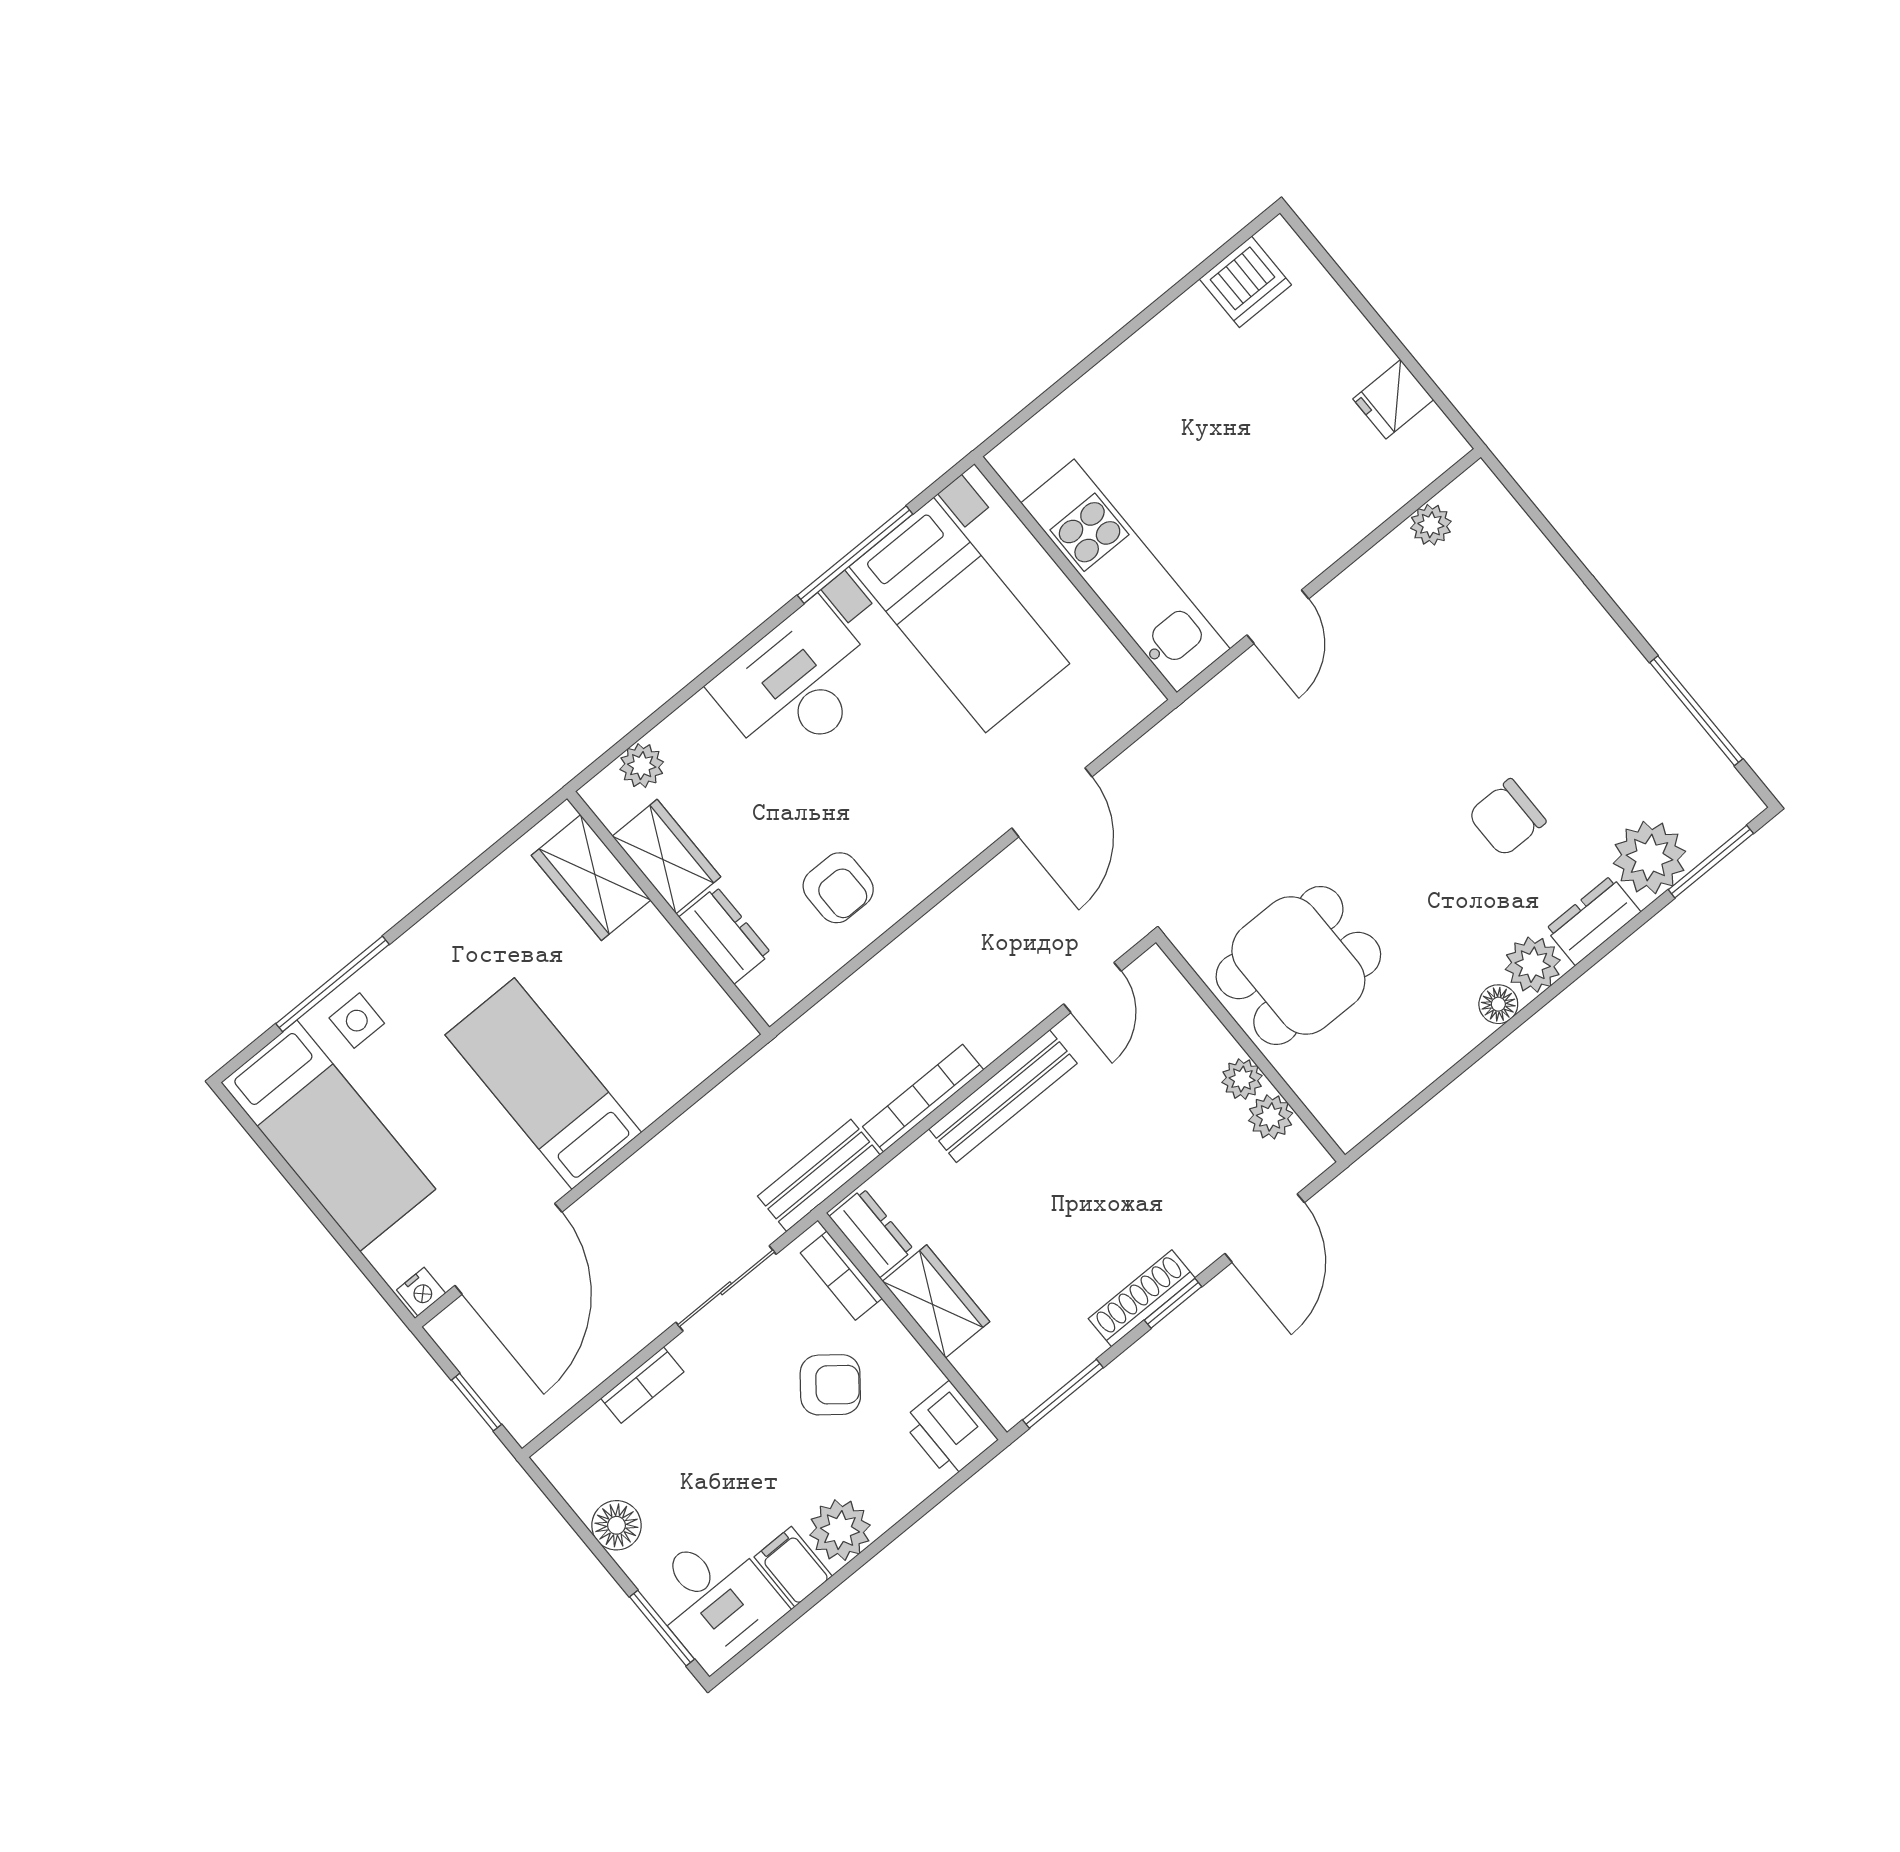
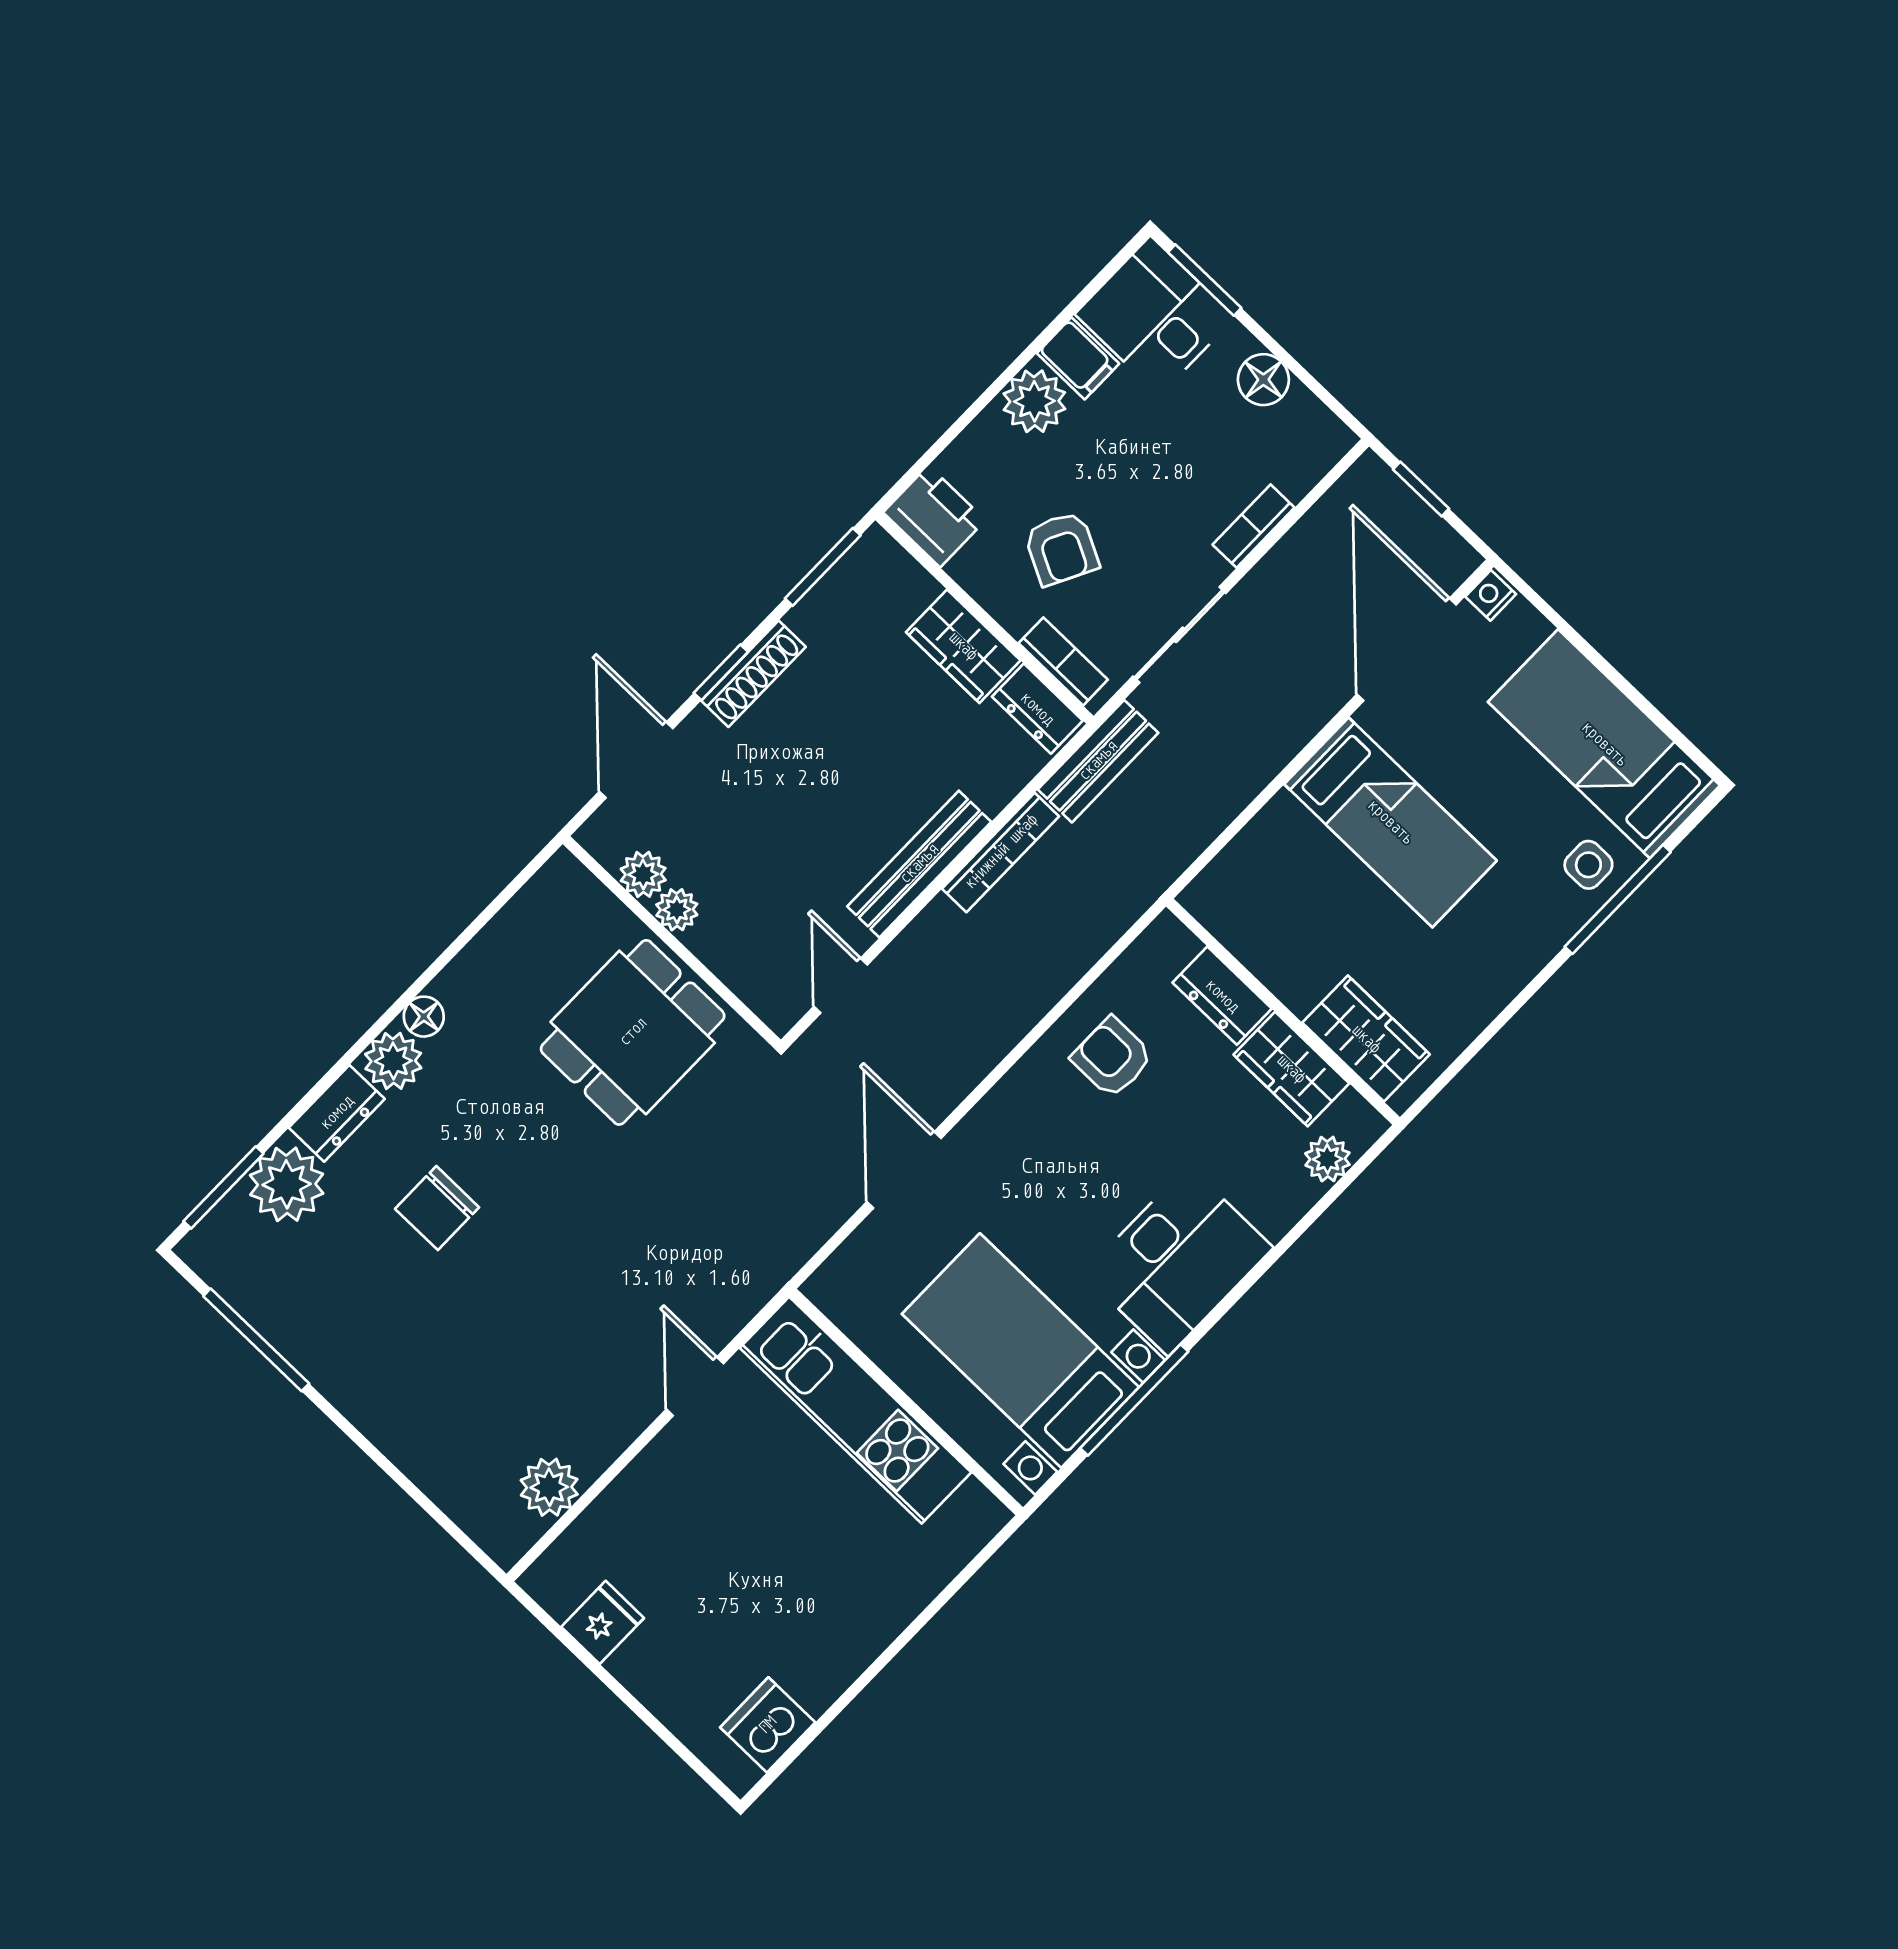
plant: (1431, 525) -> (549, 1487), width x1.38, depth x1.38
chair: (1507, 818) -> (437, 1208), turned 180
armchair: (830, 1385) -> (1061, 549), turned -101

